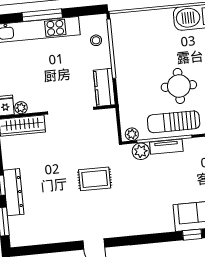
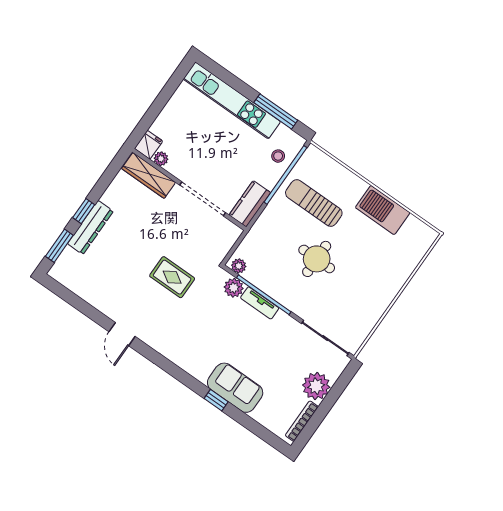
window: (42, 15) -> (276, 111), moved
sun lounger: (174, 122) -> (314, 203), moved

